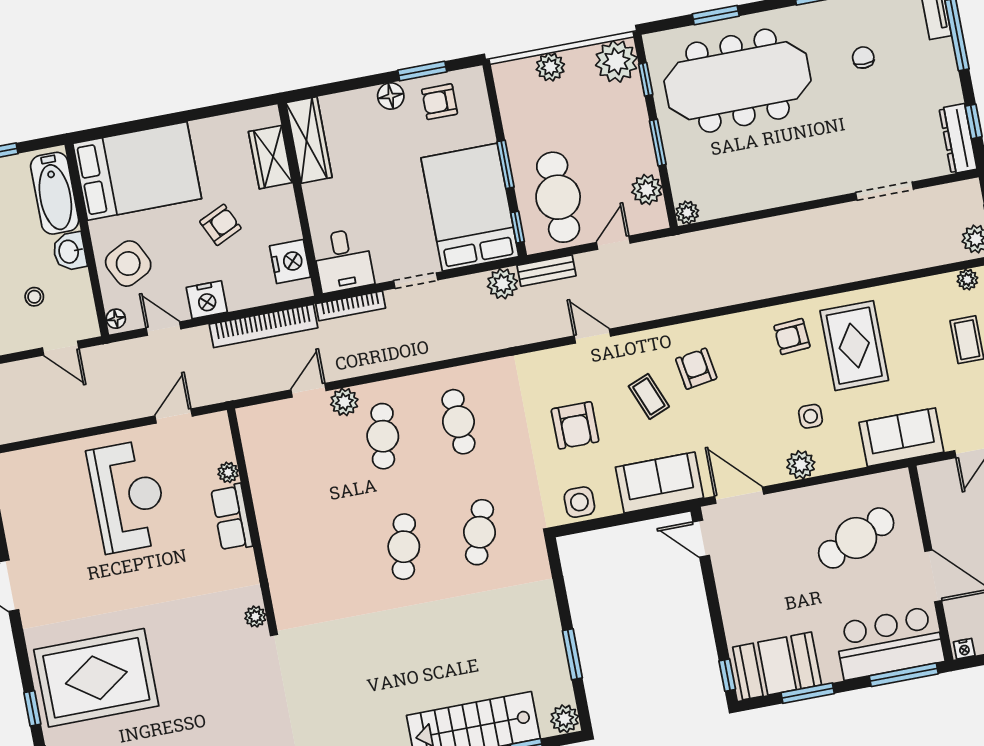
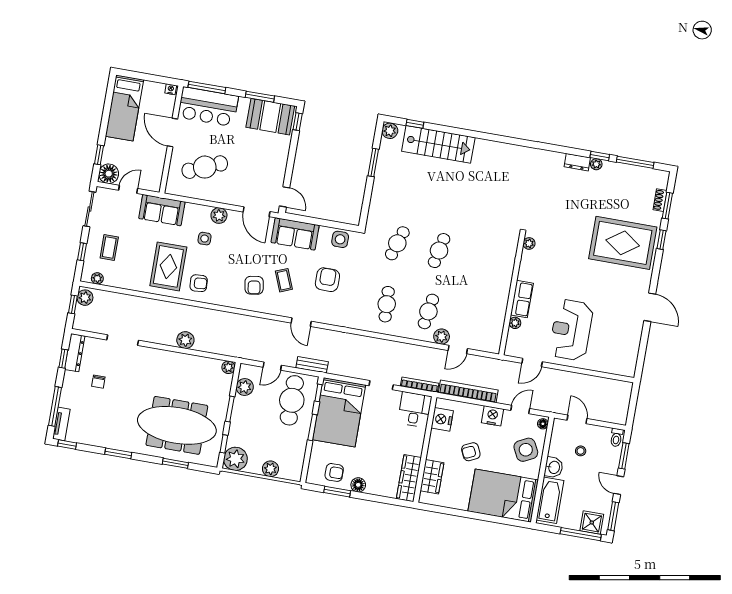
chair: (863, 58) -> (98, 382), moved
plant: (502, 284) -> (185, 340), moved
door: (163, 329) -> (520, 409), swing flipped

